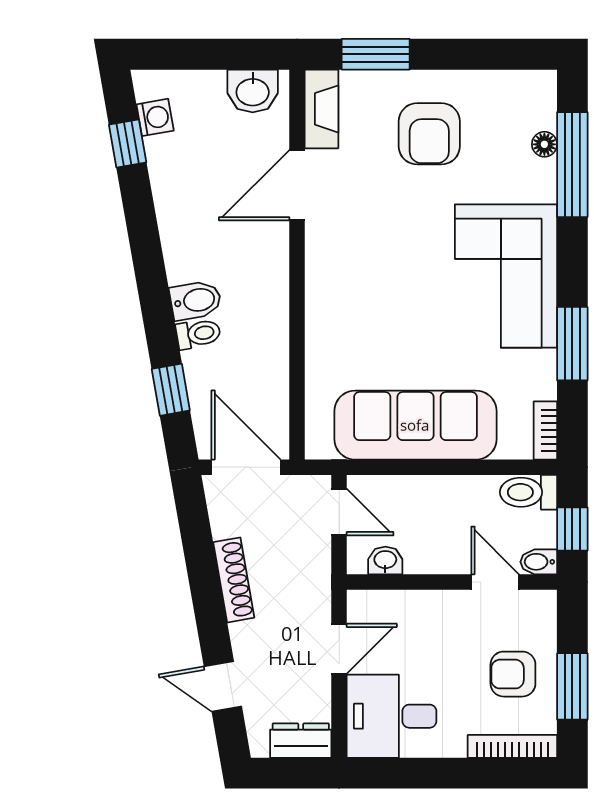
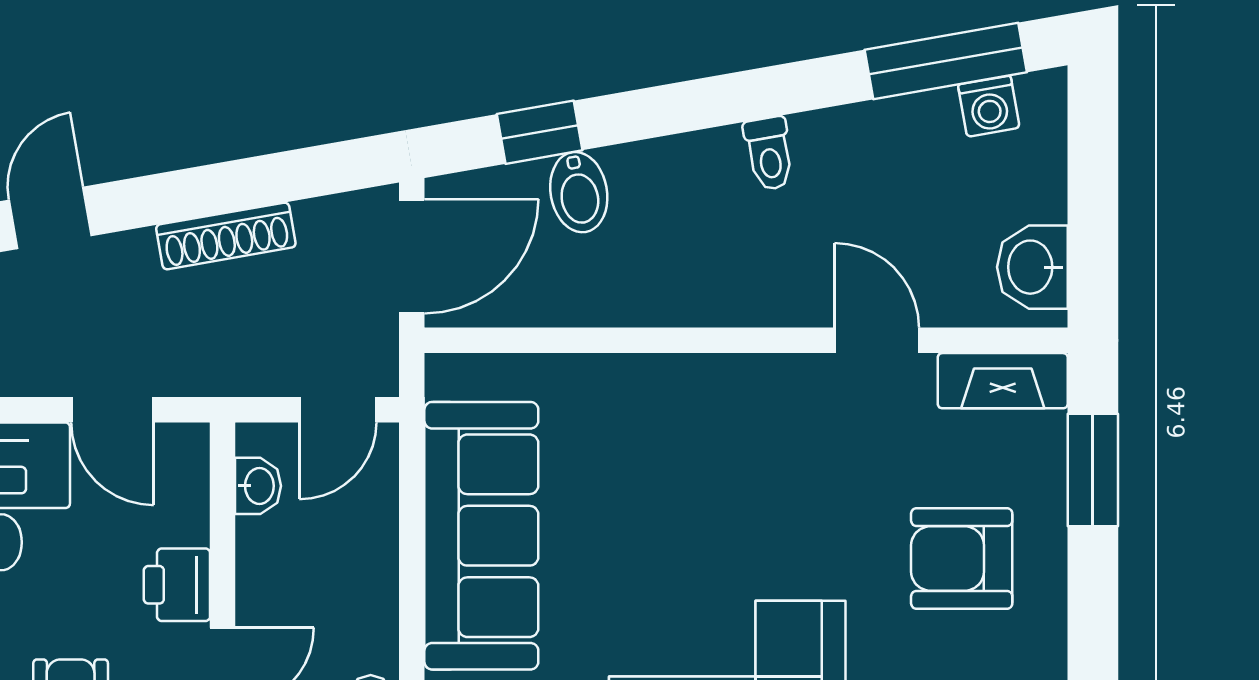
window: (128, 143) -> (946, 61), width x2.17
door: (297, 185) -> (877, 340), width x0.73
bidet: (196, 300) -> (579, 192), moved
toilet: (198, 334) -> (769, 153), moved
printer: (445, 610) -> (177, 585), added

